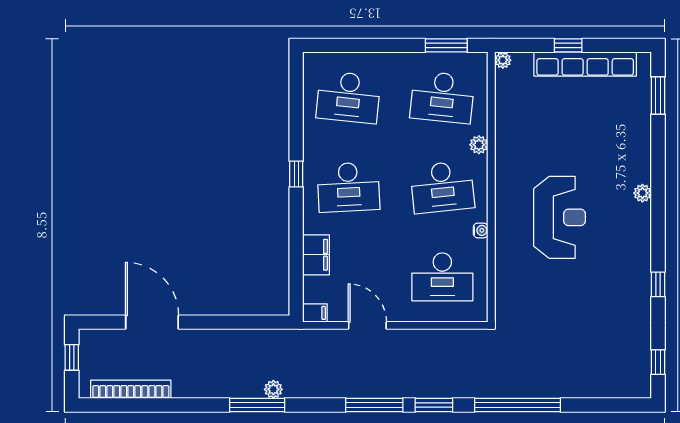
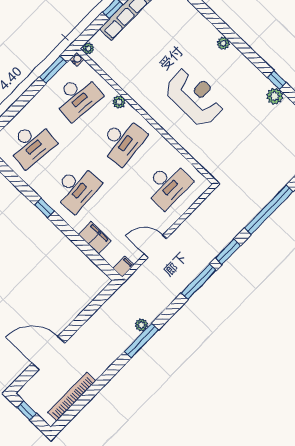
water cooler: (481, 230) -> (77, 59), moved
plant: (639, 298) -> (275, 96), added

